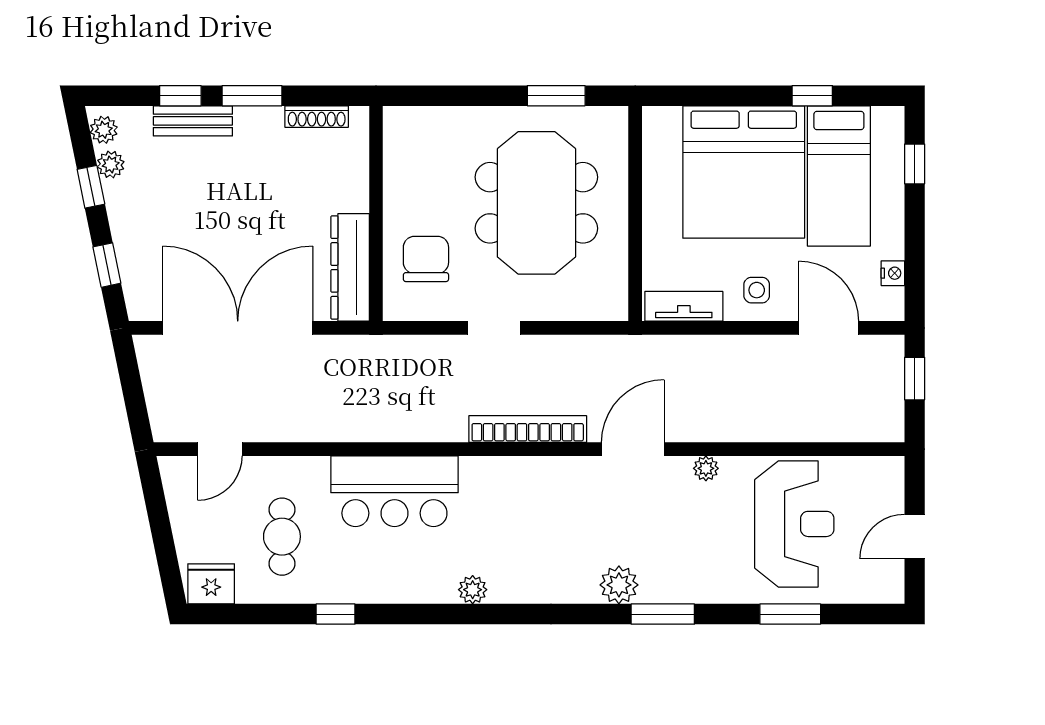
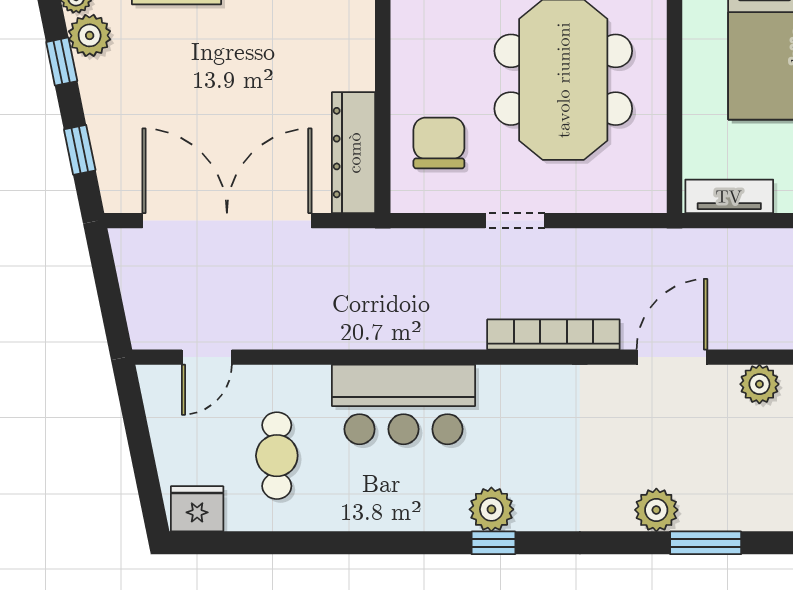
plant: (111, 164) -> (90, 35), width x1.38, depth x1.38
plant: (706, 468) -> (759, 384), width x1.38, depth x1.38
plant: (473, 590) -> (491, 509), width x1.38, depth x1.38
window: (336, 614) -> (493, 543), moved

